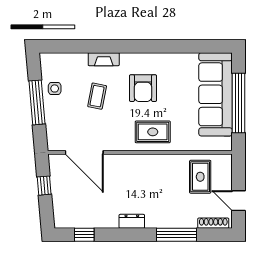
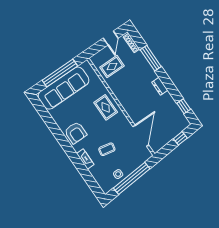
armchair: (143, 88) -> (76, 133), moved, turned 90
window: (37, 102) -> (132, 178), width x1.46
window: (44, 186) -> (180, 138), moved

